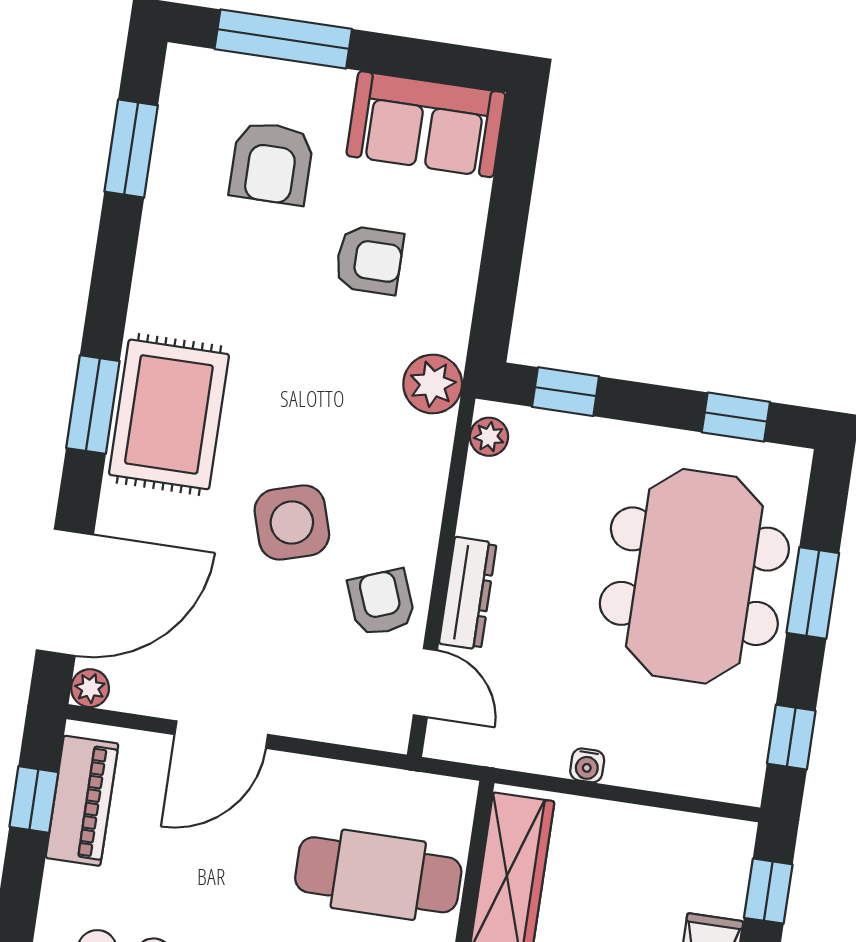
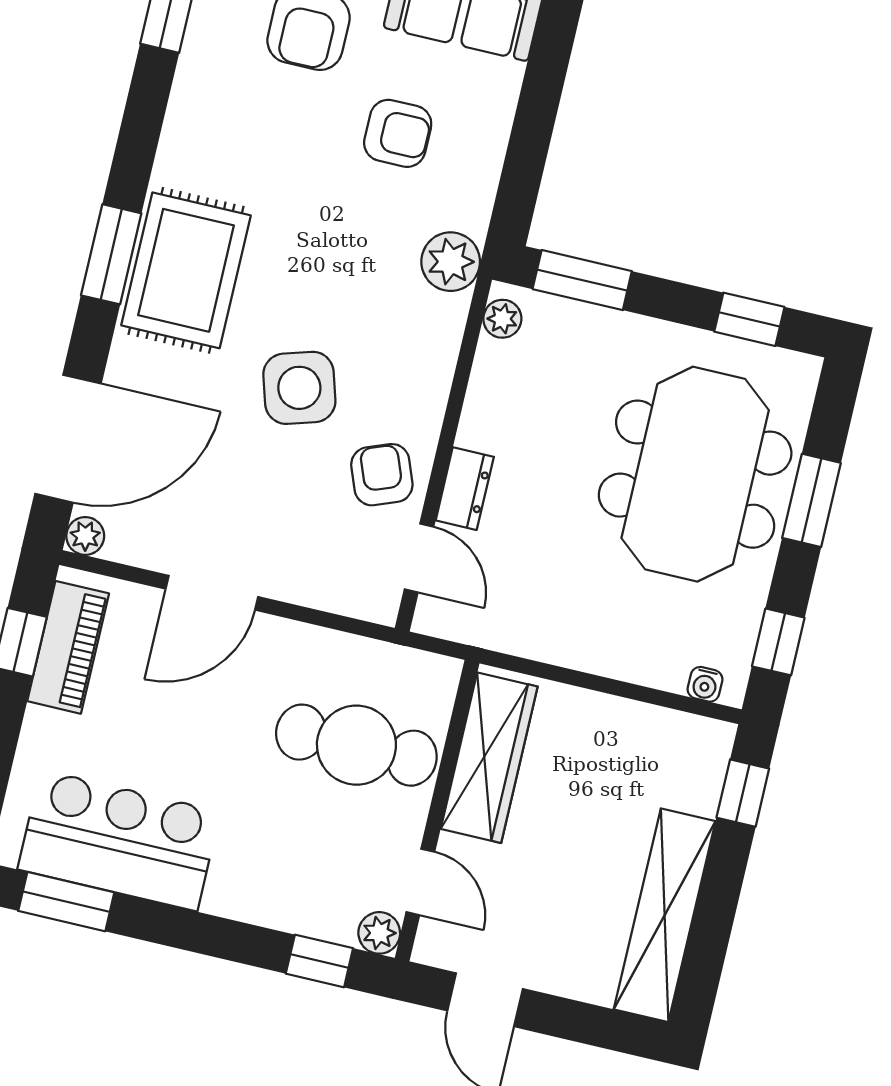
window: (566, 392) -> (582, 280), width x1.50
dresser: (468, 593) -> (465, 489), width x0.70
water cooler: (587, 765) -> (705, 684), moved

